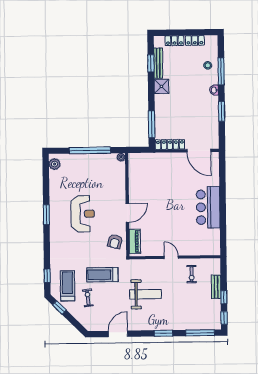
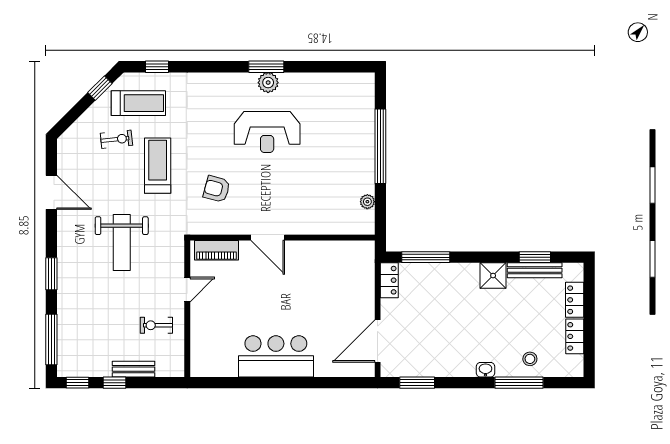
window: (222, 111) -> (417, 383), moved
locker: (170, 144) -> (389, 280), width x0.66
plant: (55, 164) -> (268, 83), moved
wall: (127, 205) -> (282, 238), moved
door: (127, 213) -> (268, 238), moved
piano: (135, 241) -> (216, 250), moved

